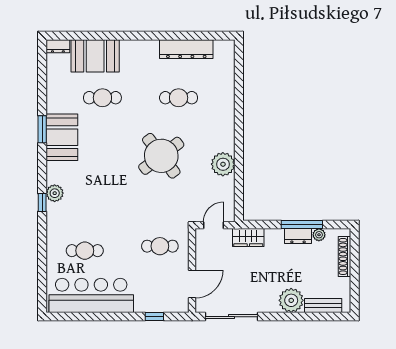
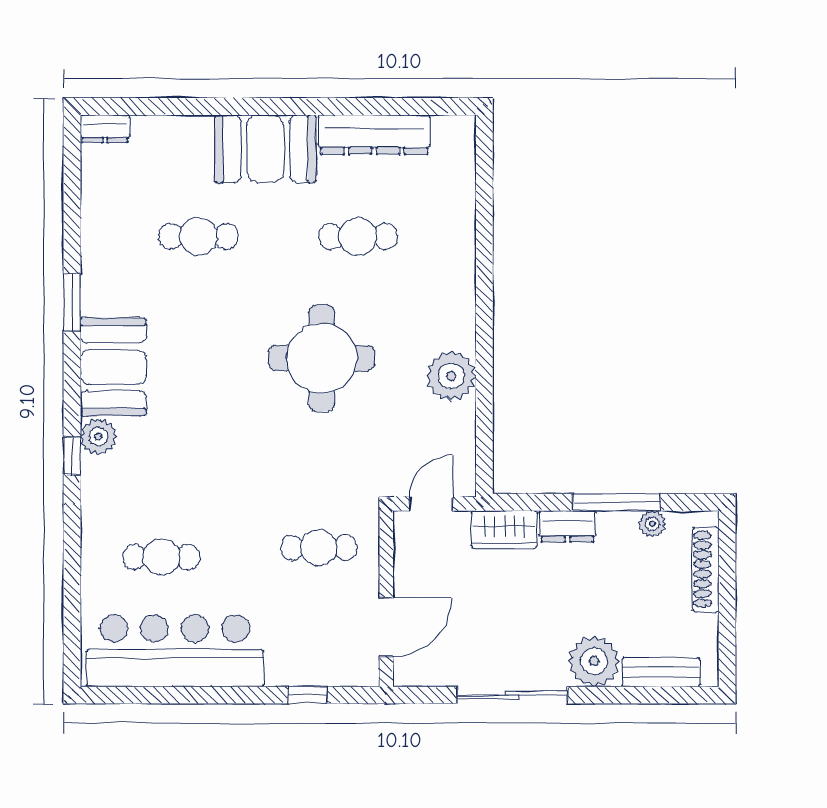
booth: (95, 56) -> (265, 149), moved
booth: (62, 137) -> (113, 367), moved
round table: (161, 156) -> (322, 358), turned 37
dresser: (298, 236) -> (568, 526), moved
sliding door: (231, 317) -> (512, 695), moved

